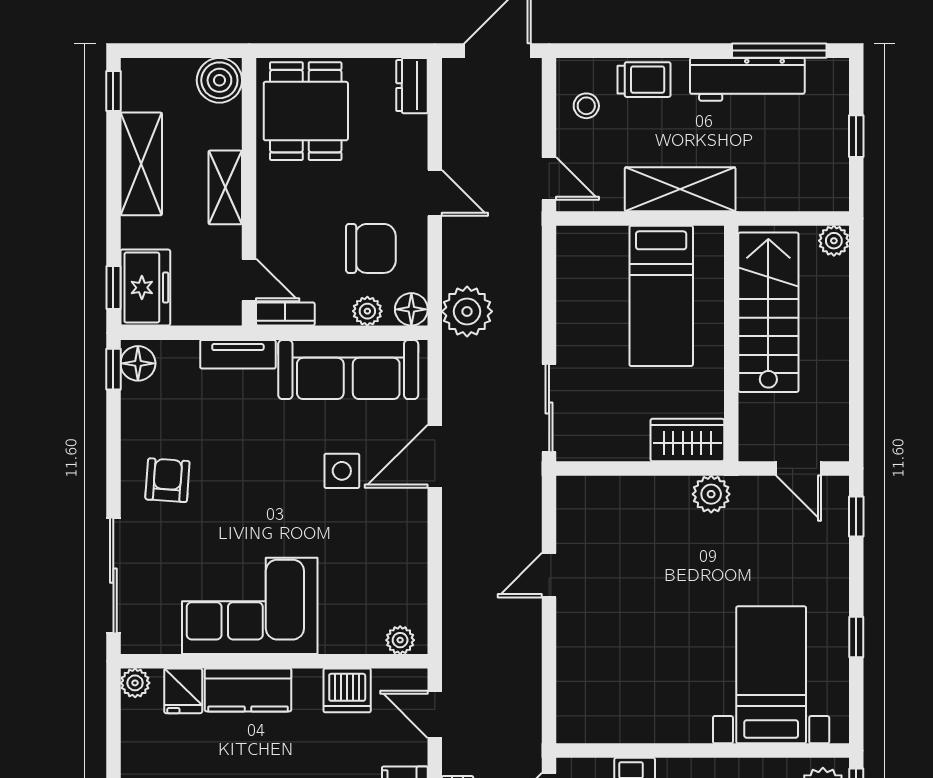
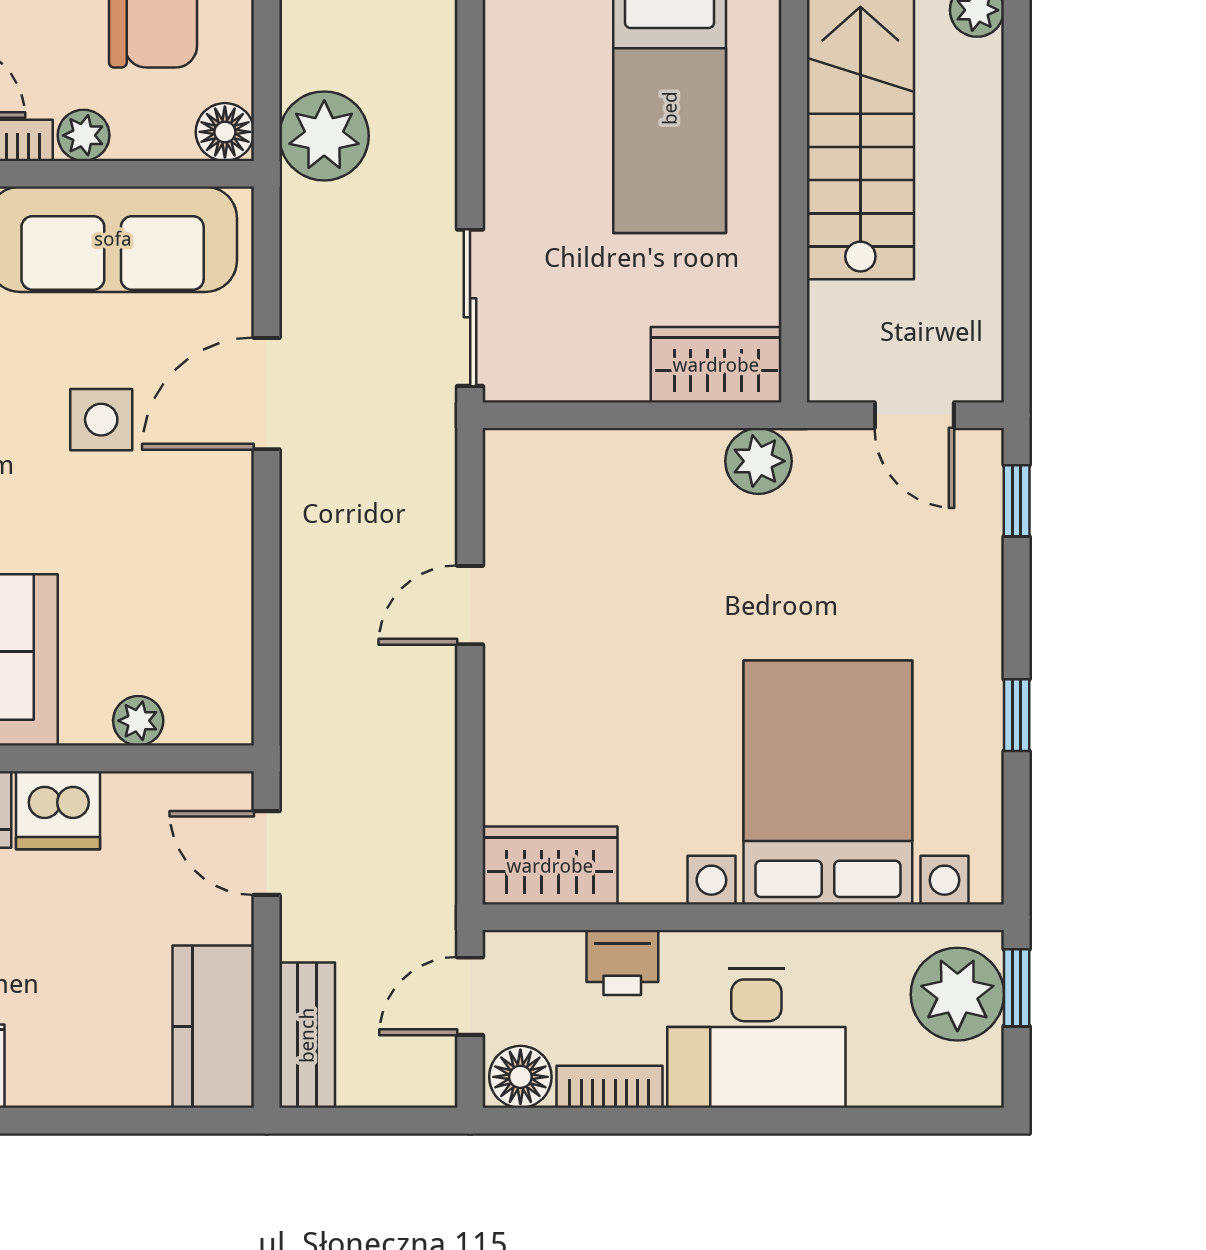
plant: (367, 311) -> (84, 135), moved
plant: (400, 640) -> (138, 721), moved
bed with nightstands: (771, 675) -> (828, 782), width x1.36
dishwasher: (347, 690) -> (58, 810), moved
wardrobe: (594, 721) -> (550, 866), added

